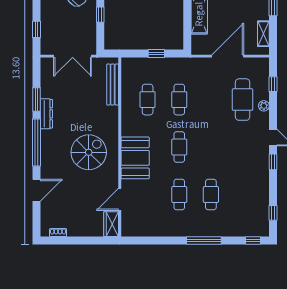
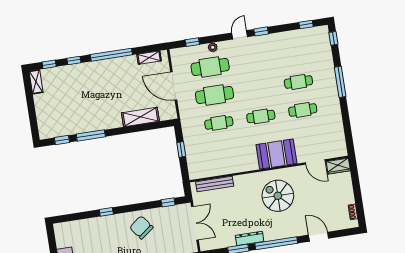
window: (100, 15) -> (168, 202), moved
cafe table: (148, 100) -> (214, 95), moved, width x1.37, depth x1.35

